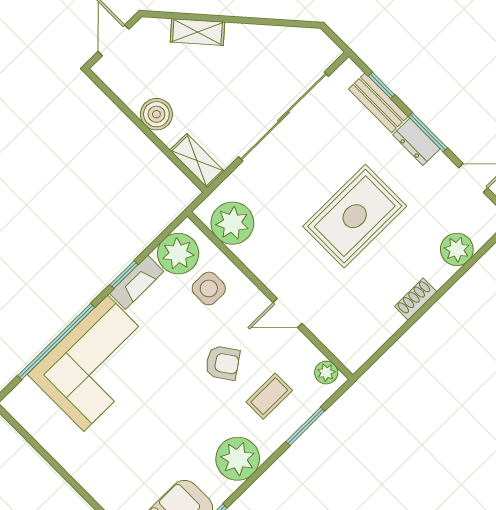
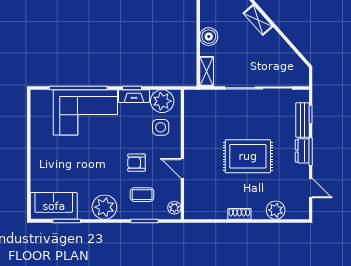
plant: (232, 223) -> (196, 110), removed
armchair: (223, 363) -> (137, 163), turned 125

